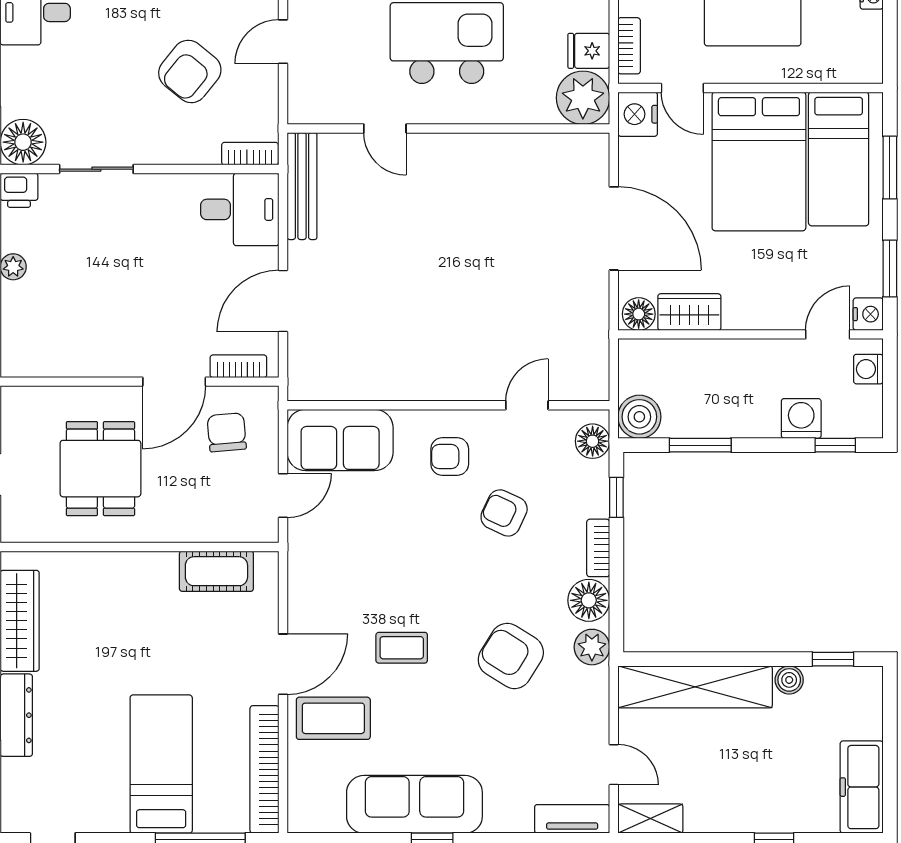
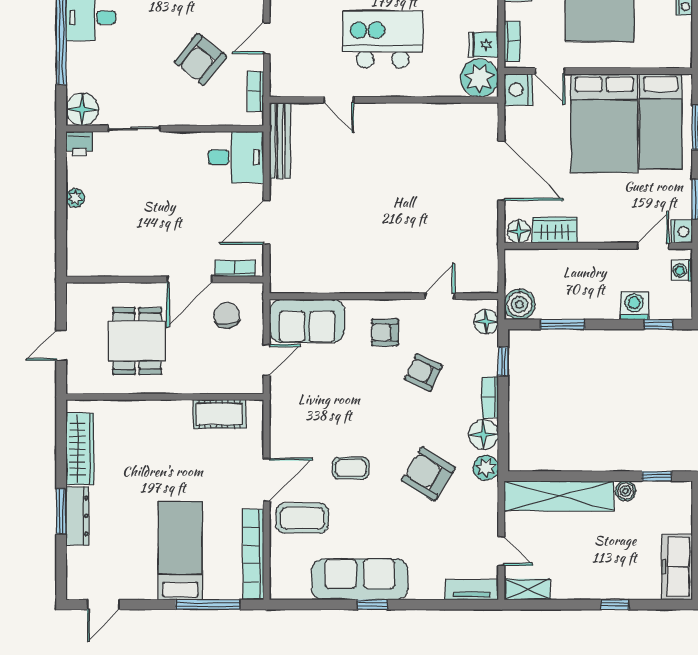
bookcase: (250, 154) -> (256, 92), moved, turned -90

